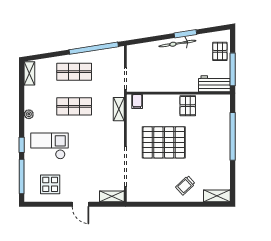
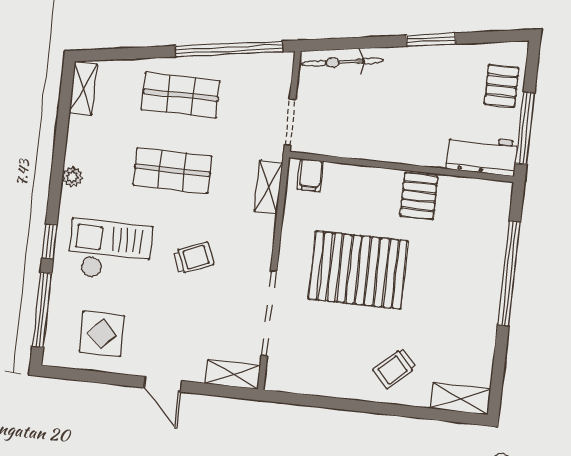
bicycle: (177, 44) -> (342, 62), moved
trolley: (88, 145) -> (194, 258), added

